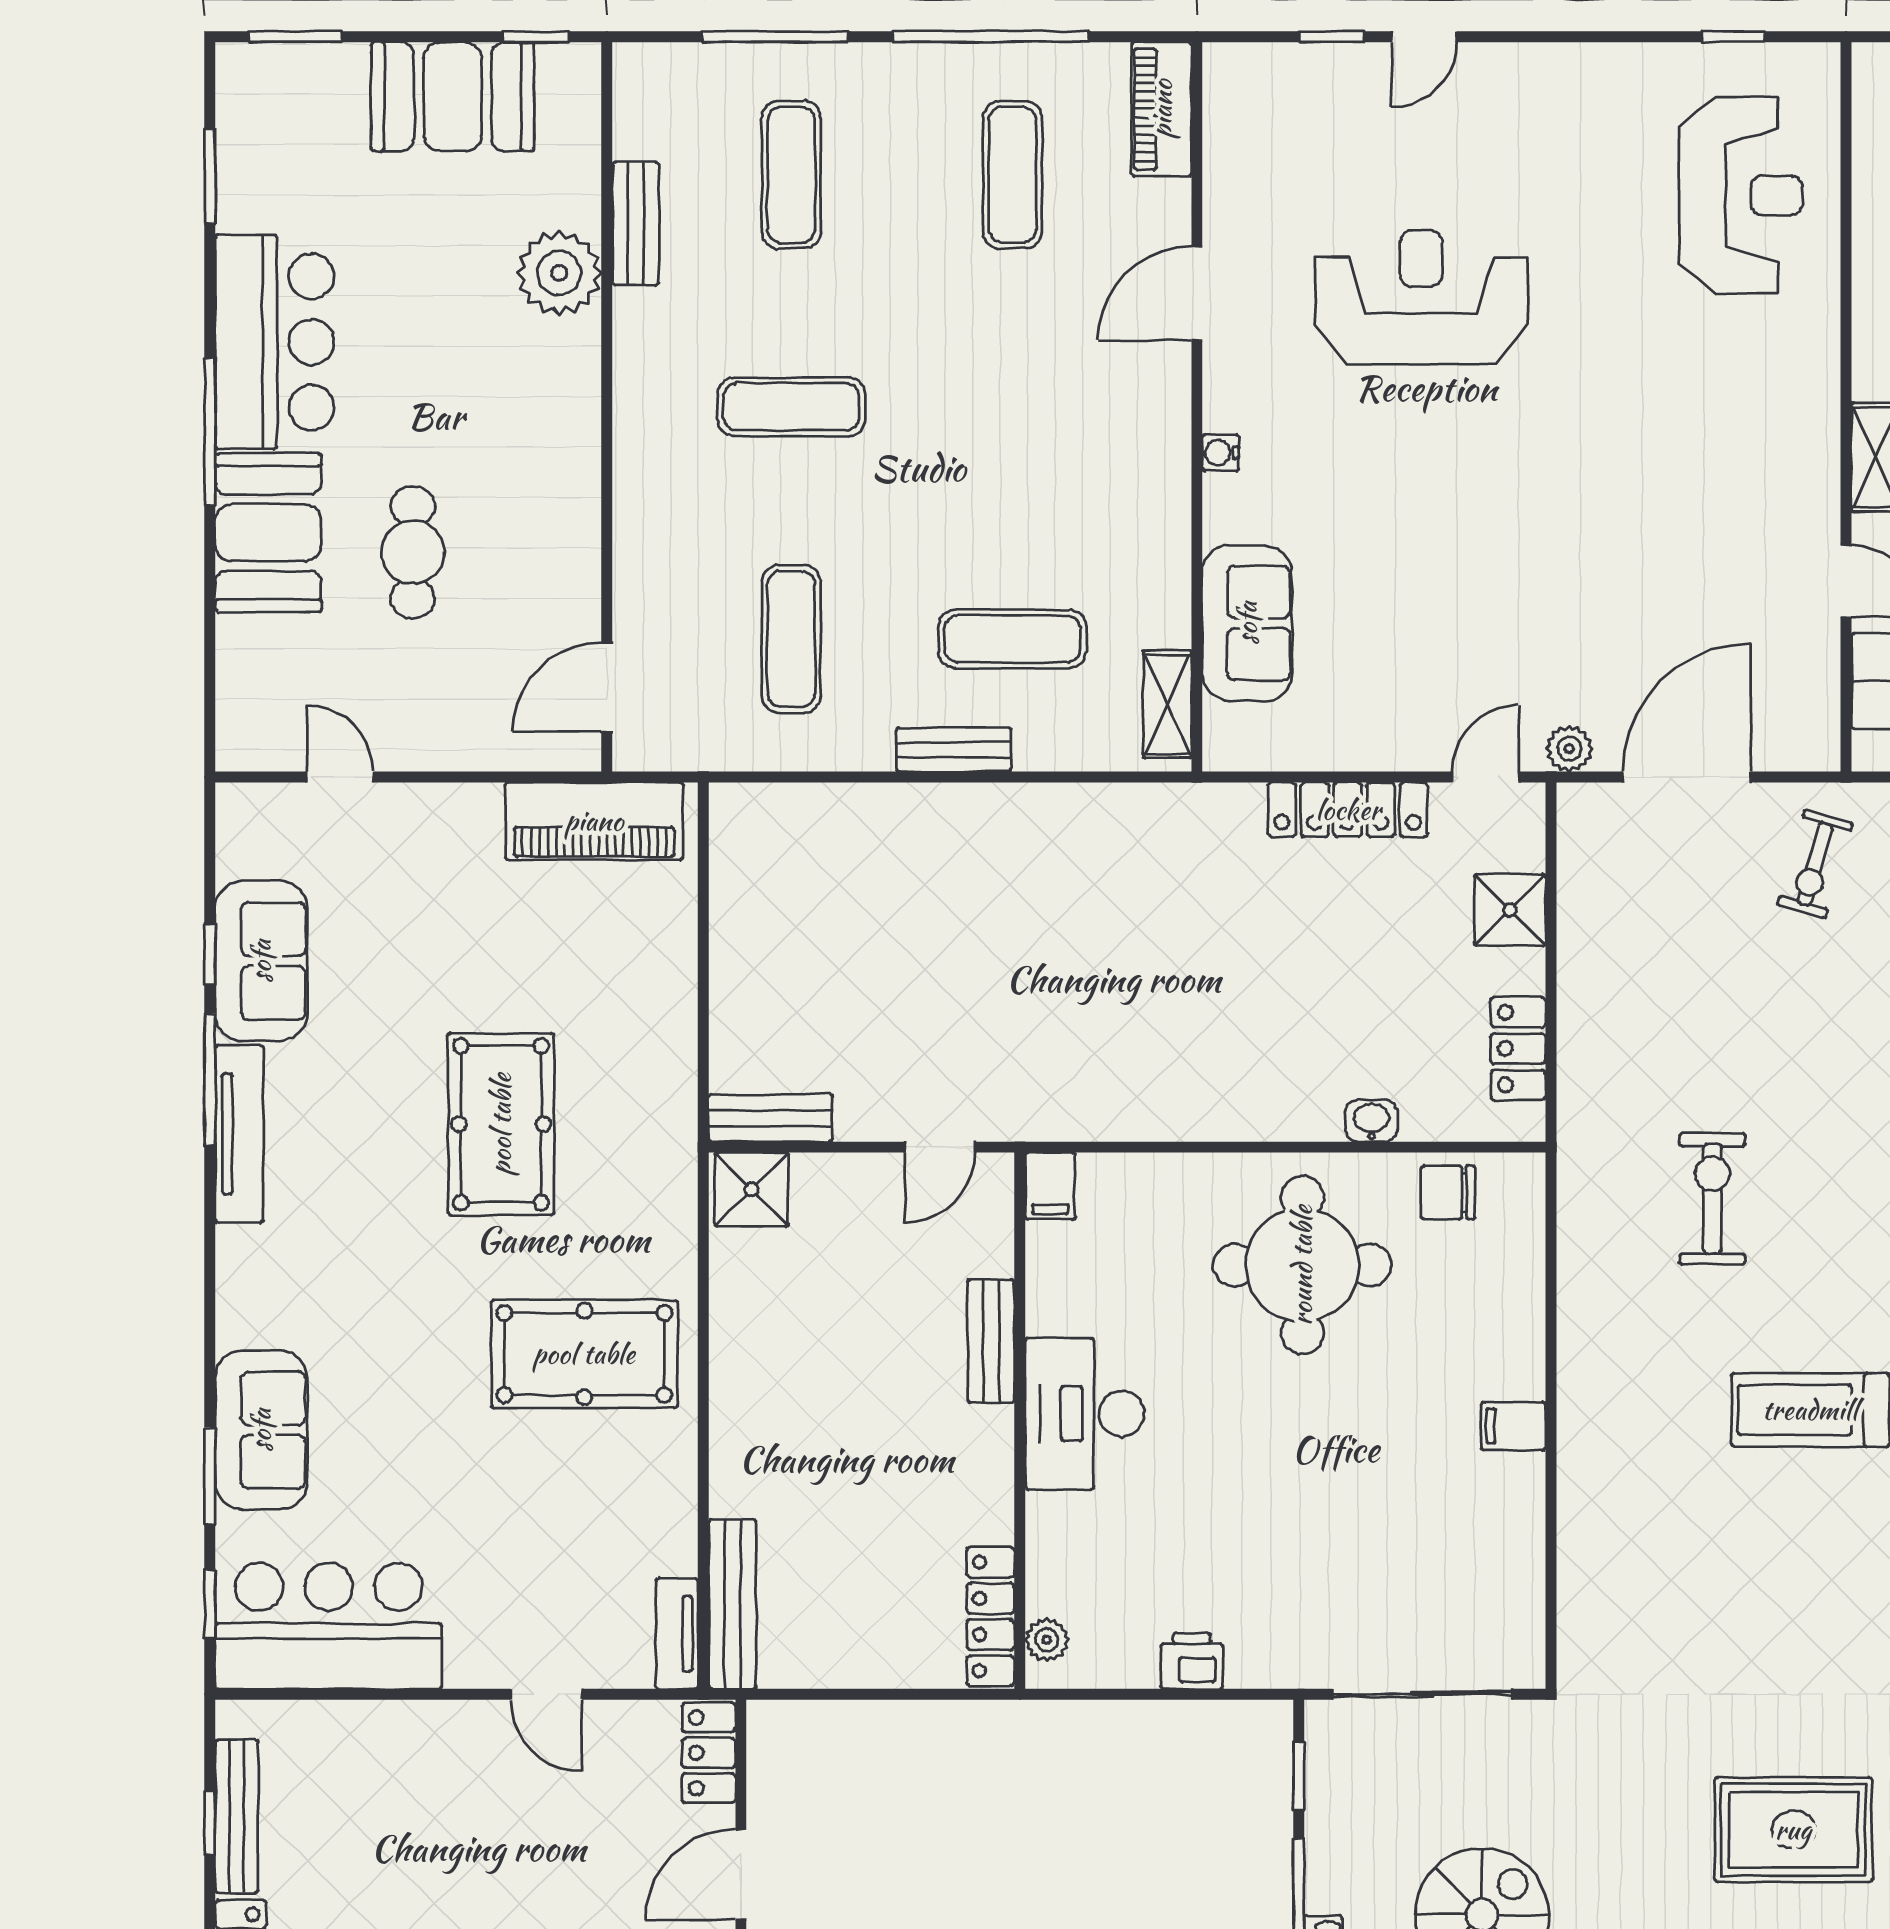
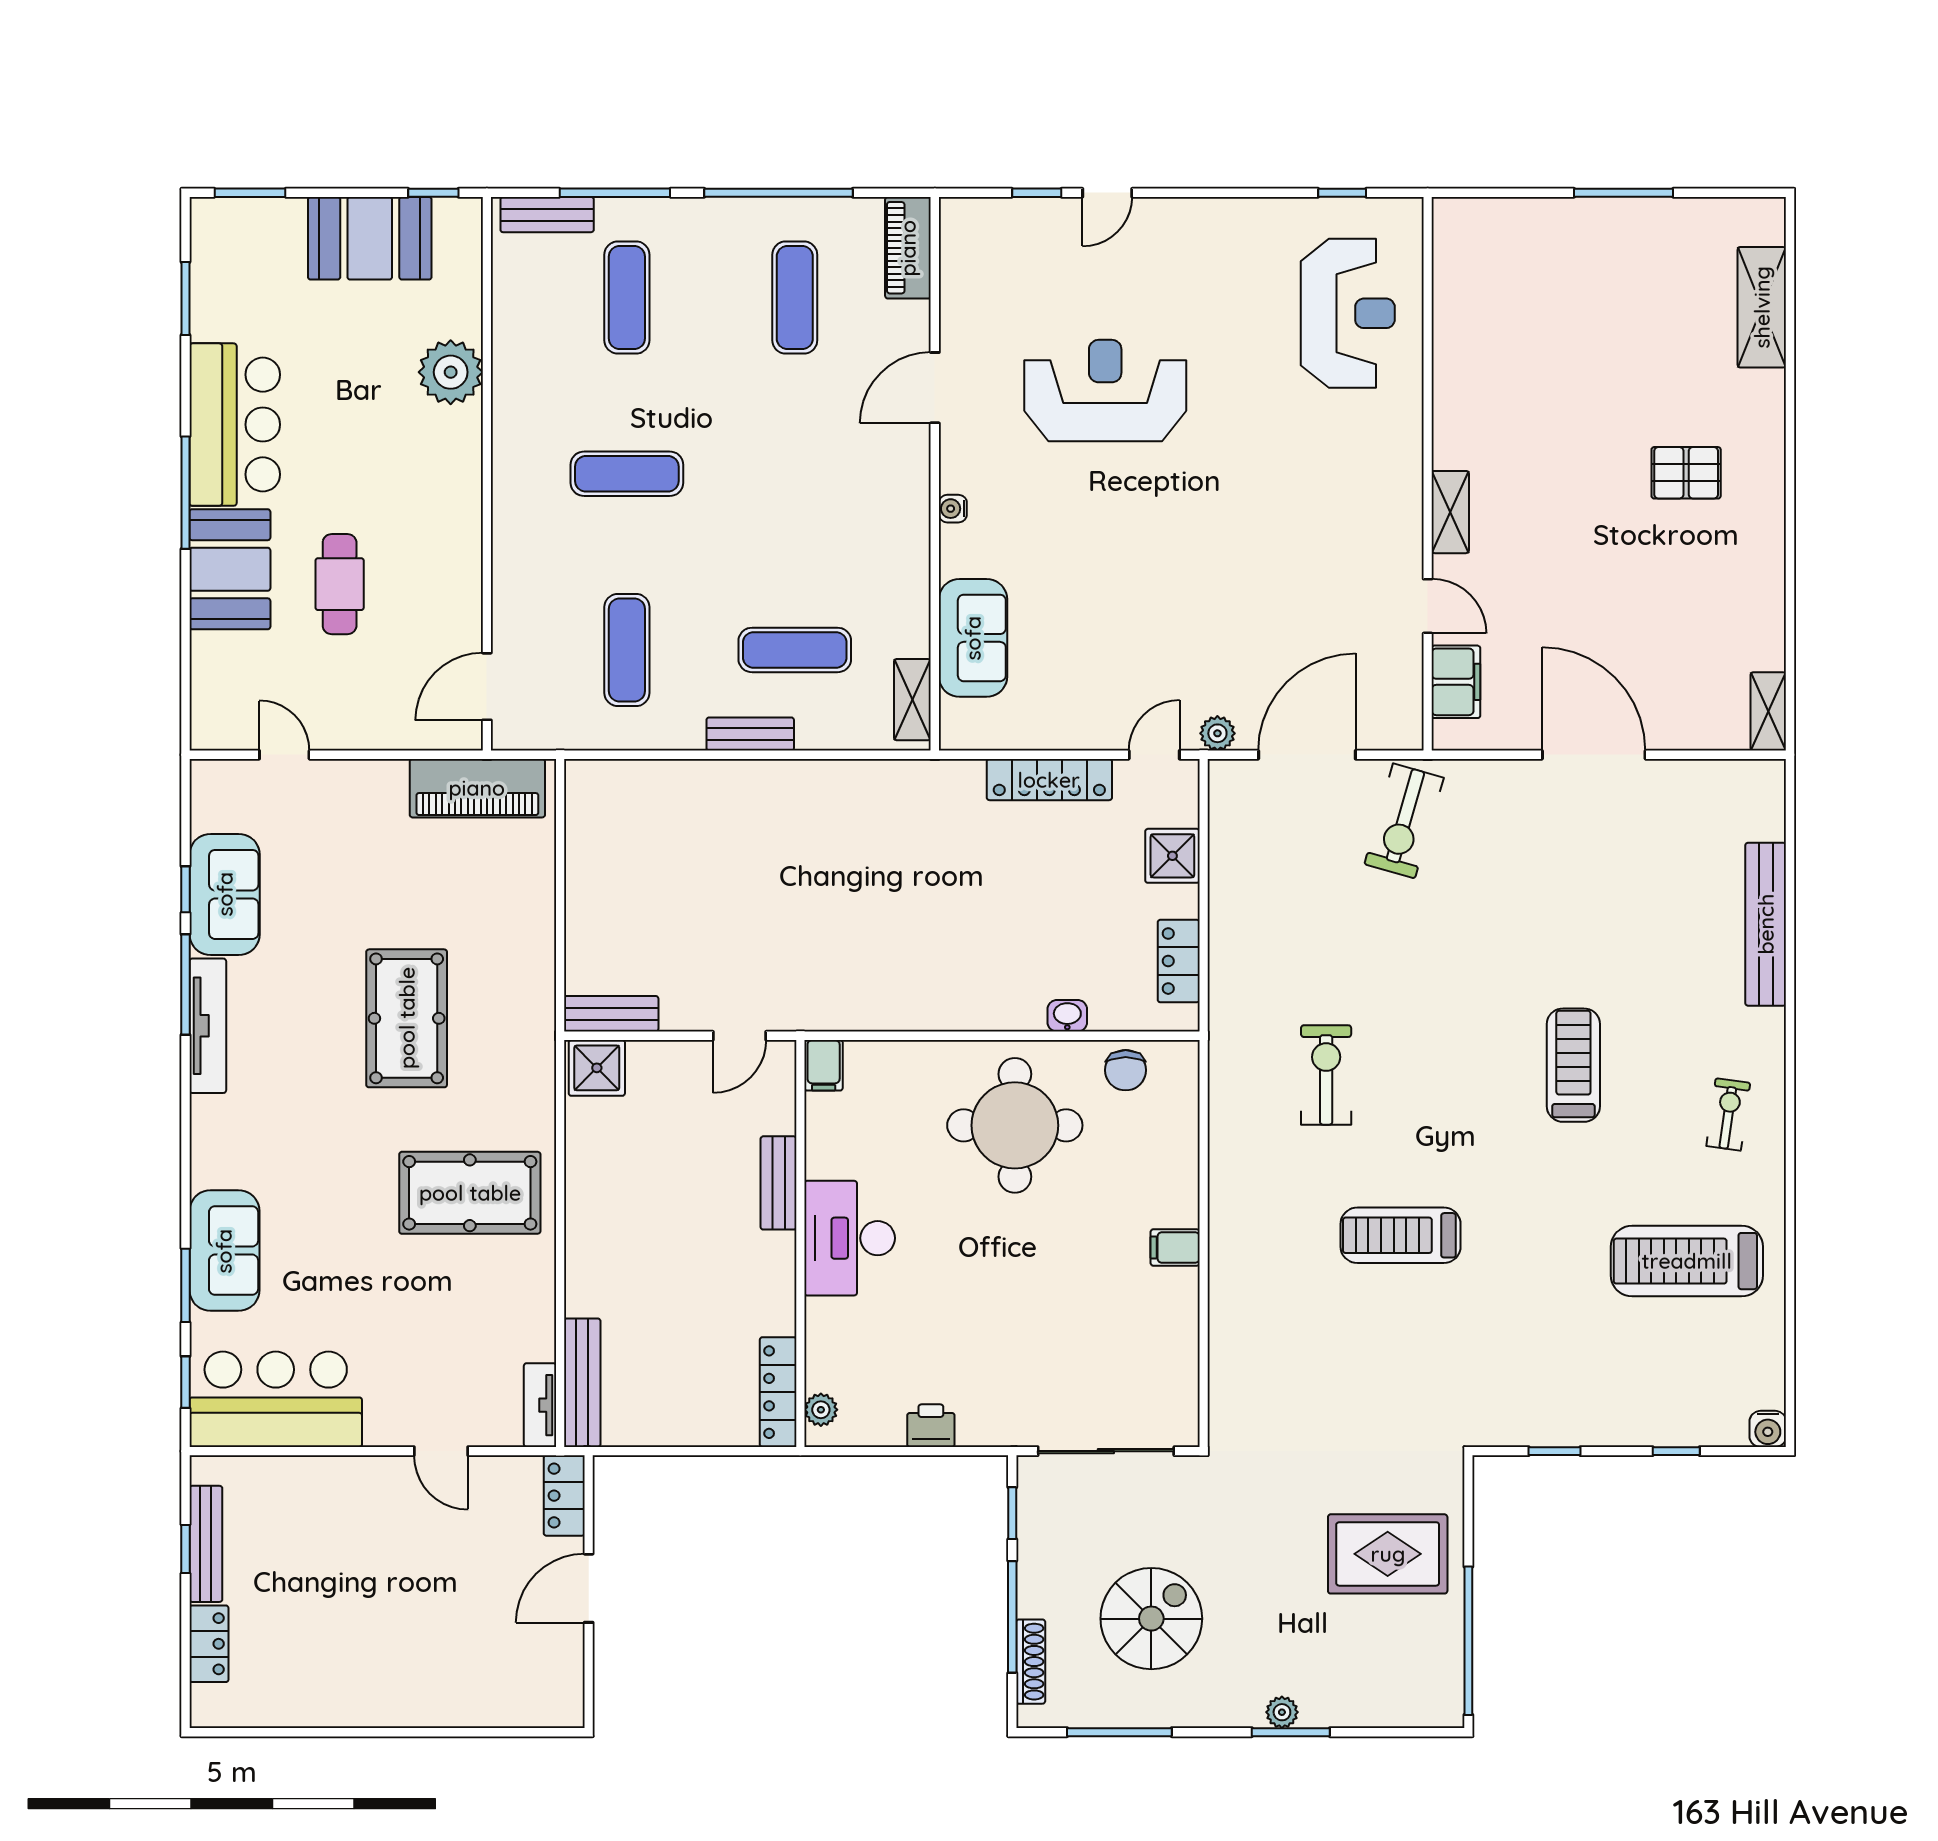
bench: (636, 224) -> (547, 215), moved, turned 90
exercise bike: (1815, 864) -> (1404, 821), width x1.38, depth x1.39
chair: (1448, 1192) -> (1126, 1070), turned -90

